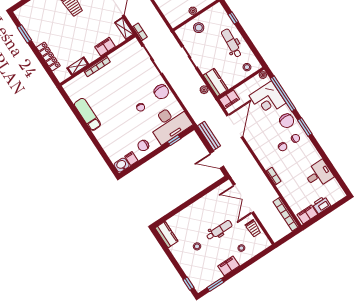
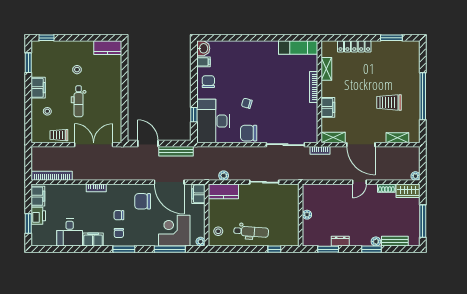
stool: (199, 28) -> (287, 210), removed
window: (283, 94) -> (170, 249), width x0.68
exam couch: (87, 114) -> (298, 48), moved
chair: (287, 121) -> (143, 201), moved
filing cabinet: (313, 154) -> (93, 240), added
door: (217, 160) -> (148, 143), hinge flipped
window: (332, 208) -> (28, 223), added

